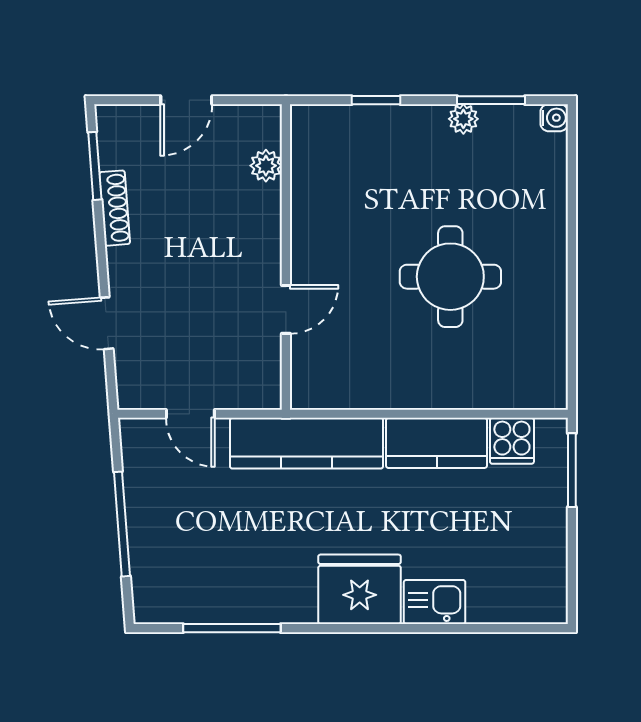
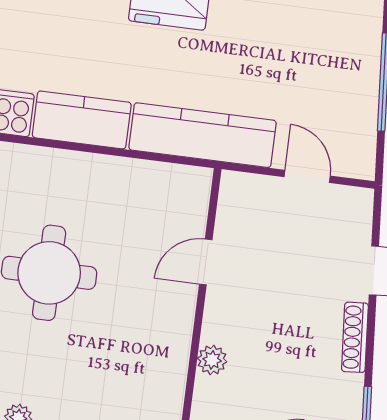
plant: (266, 166) -> (212, 360), moved
shoe rack: (115, 208) -> (355, 337), moved

